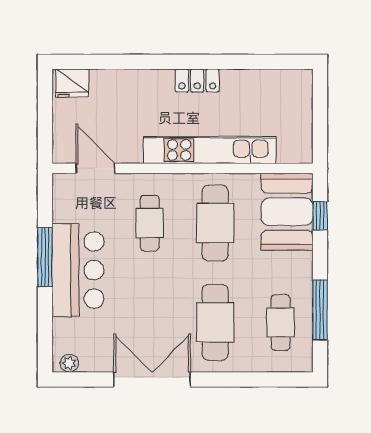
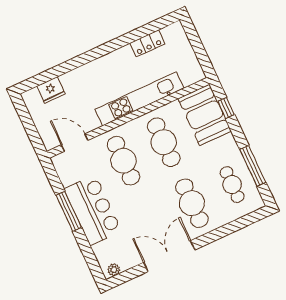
locker: (197, 81) -> (147, 43), moved
fridge: (72, 83) -> (51, 90), moved
cafe table: (150, 223) -> (123, 161), width x1.37, depth x1.35

